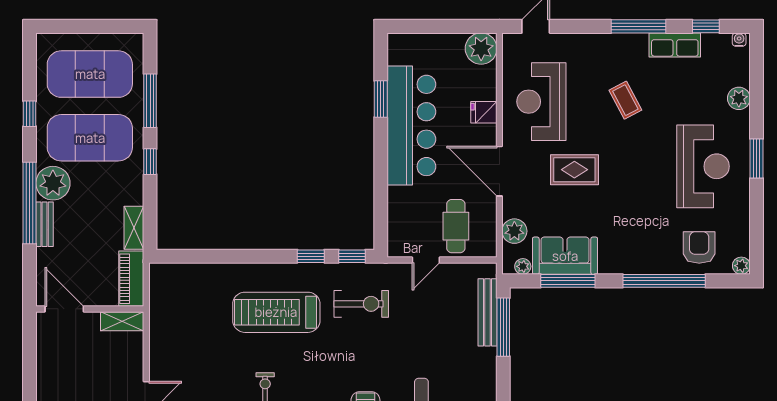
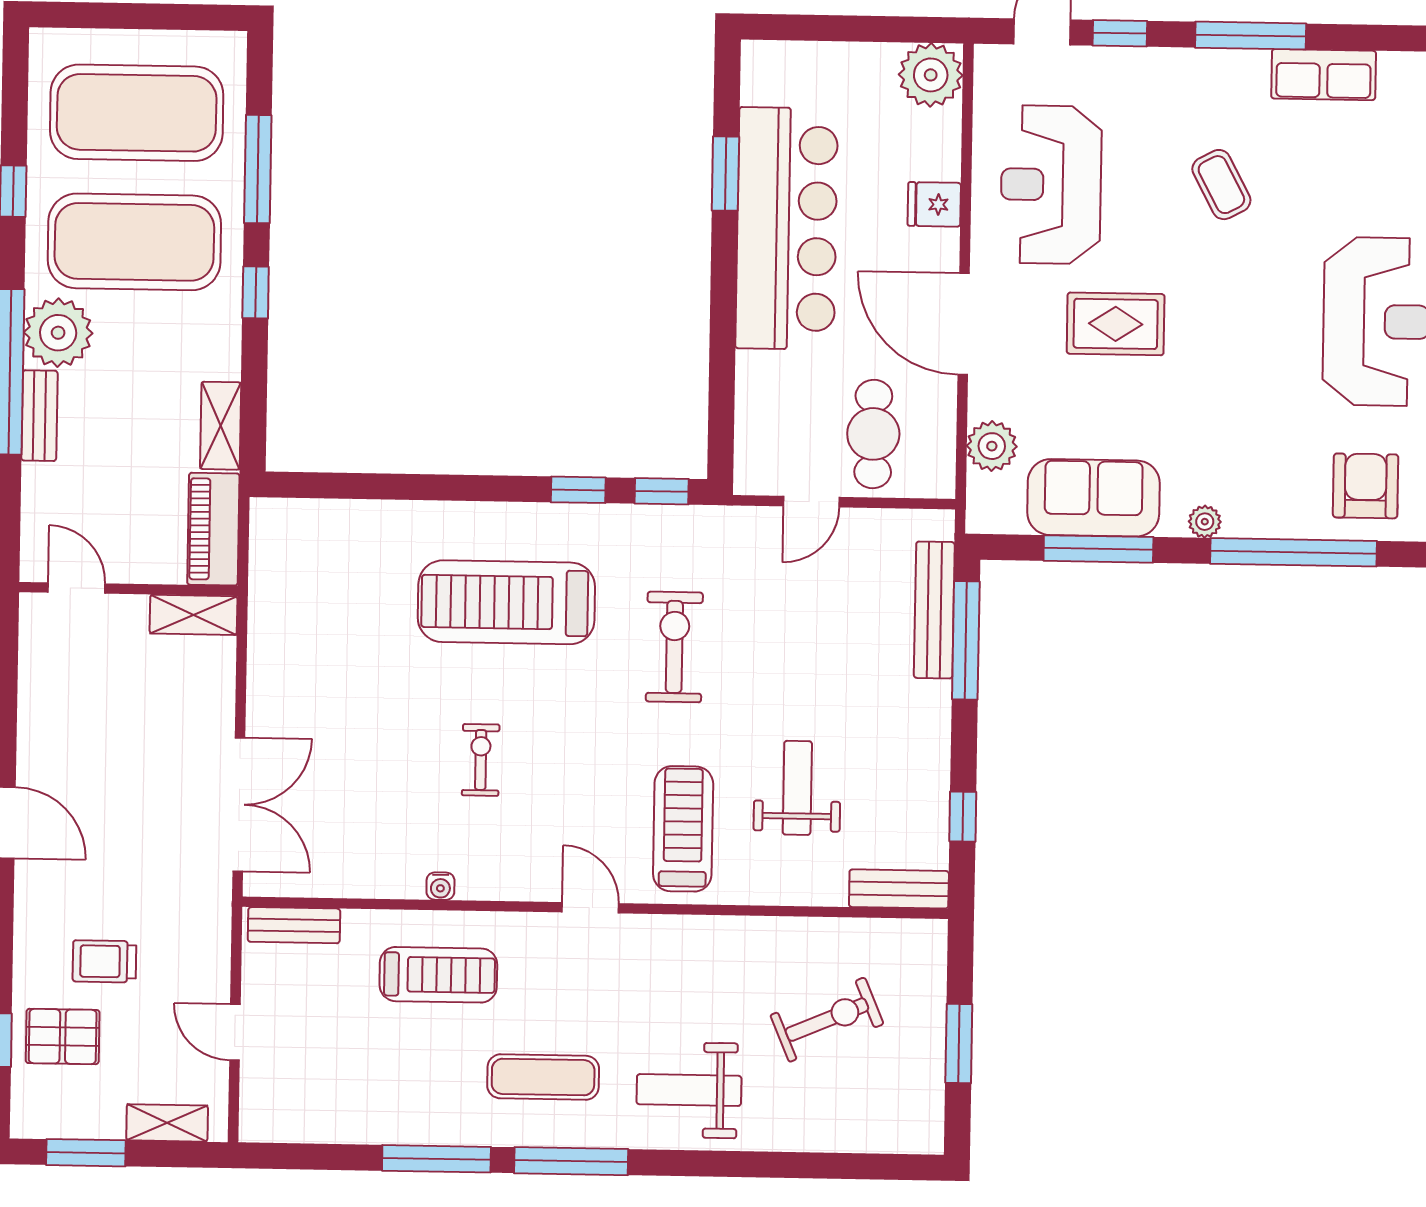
window: (706, 26) -> (1120, 33), moved
plant: (523, 266) -> (1205, 522), moved
exercise bike: (361, 304) -> (674, 647), moved, turned -90
door: (64, 309) -> (77, 588), width x0.73

